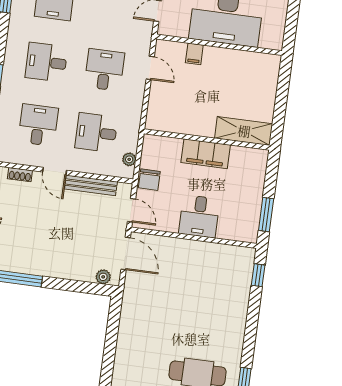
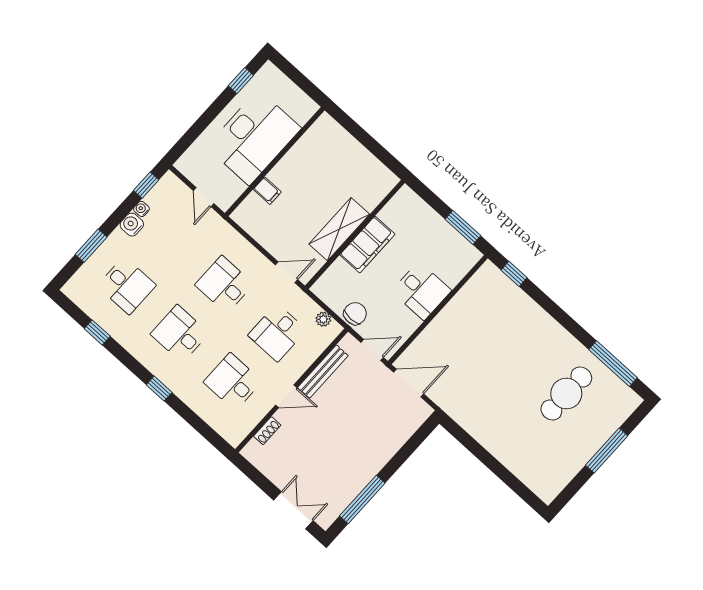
desk: (46, 62) -> (180, 334), turned 90
door: (150, 68) -> (286, 272), moved
shelving: (244, 131) -> (339, 229), moved
chair: (149, 180) -> (355, 314), turned -90
plant: (103, 277) -> (416, 419), removed

